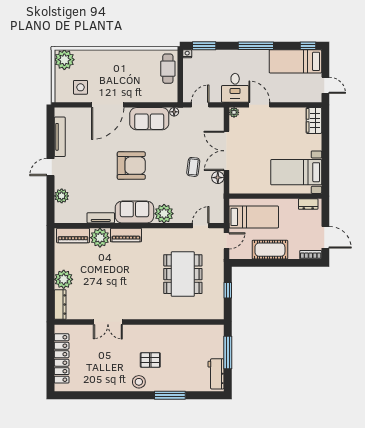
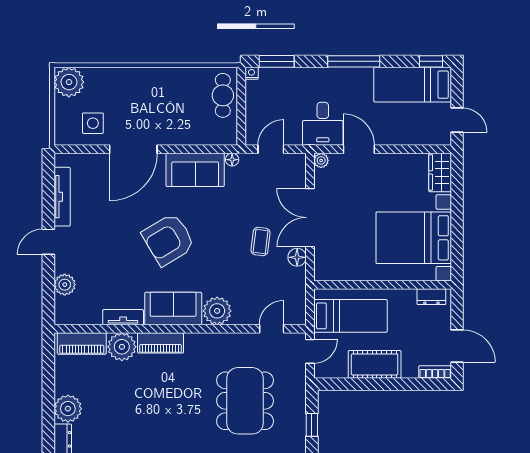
armchair: (131, 166) -> (168, 239), turned 149
bed with nightstands: (296, 172) -> (414, 238), width x1.36

